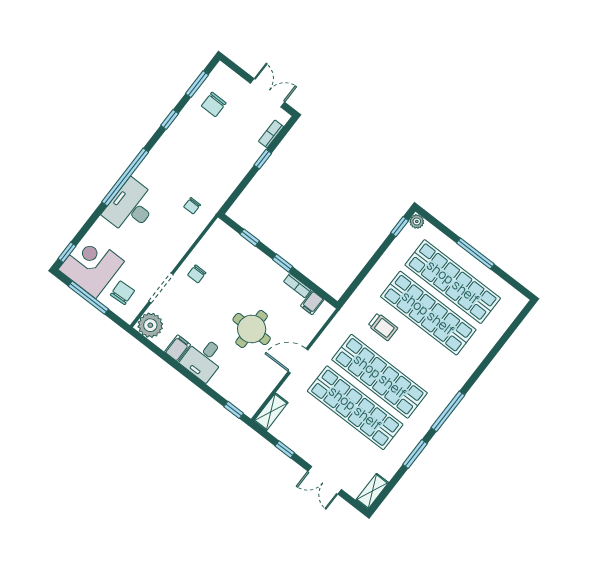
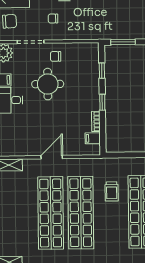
window: (237, 192) -> (123, 42), added
chair: (192, 206) -> (53, 18), moved
round table: (252, 329) -> (48, 84), moved
door: (298, 361) -> (52, 157), hinge flipped

